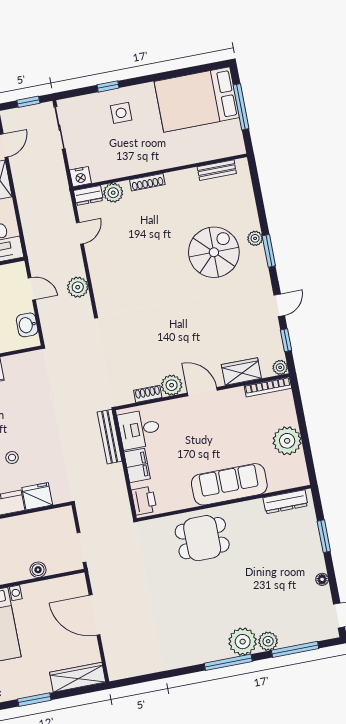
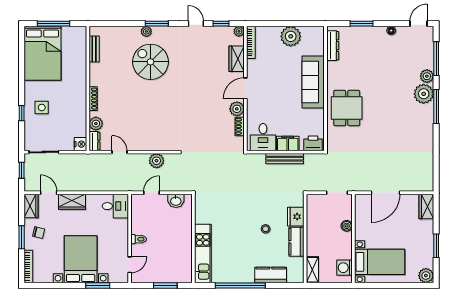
bench: (110, 437) -> (285, 159), moved
wardrobe: (78, 677) -> (426, 206), width x0.67

